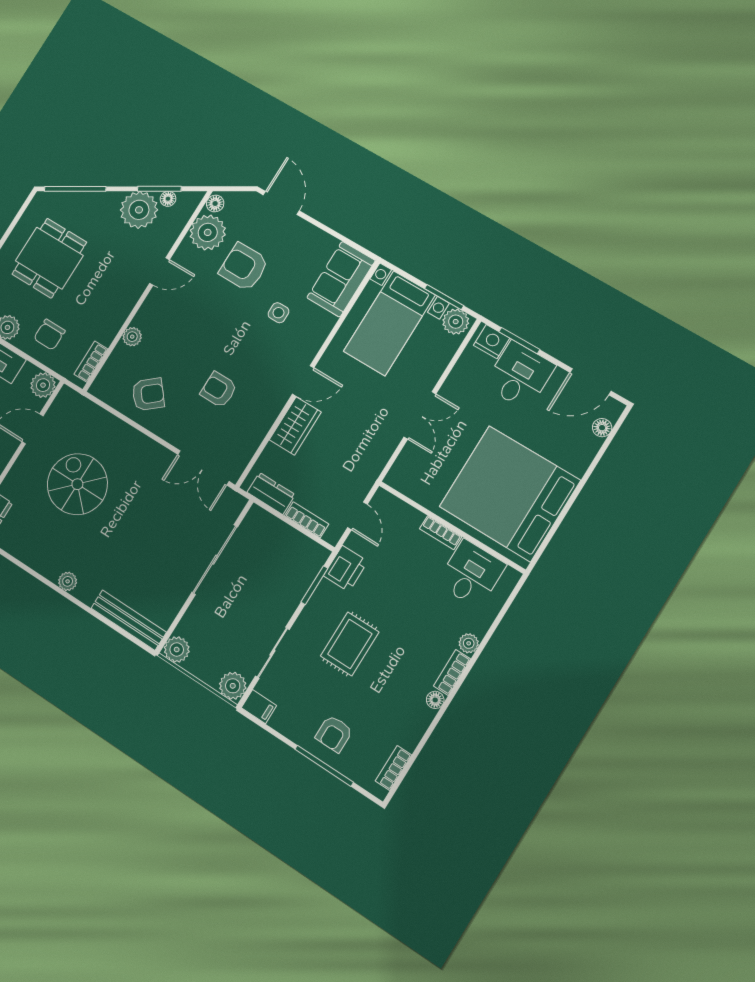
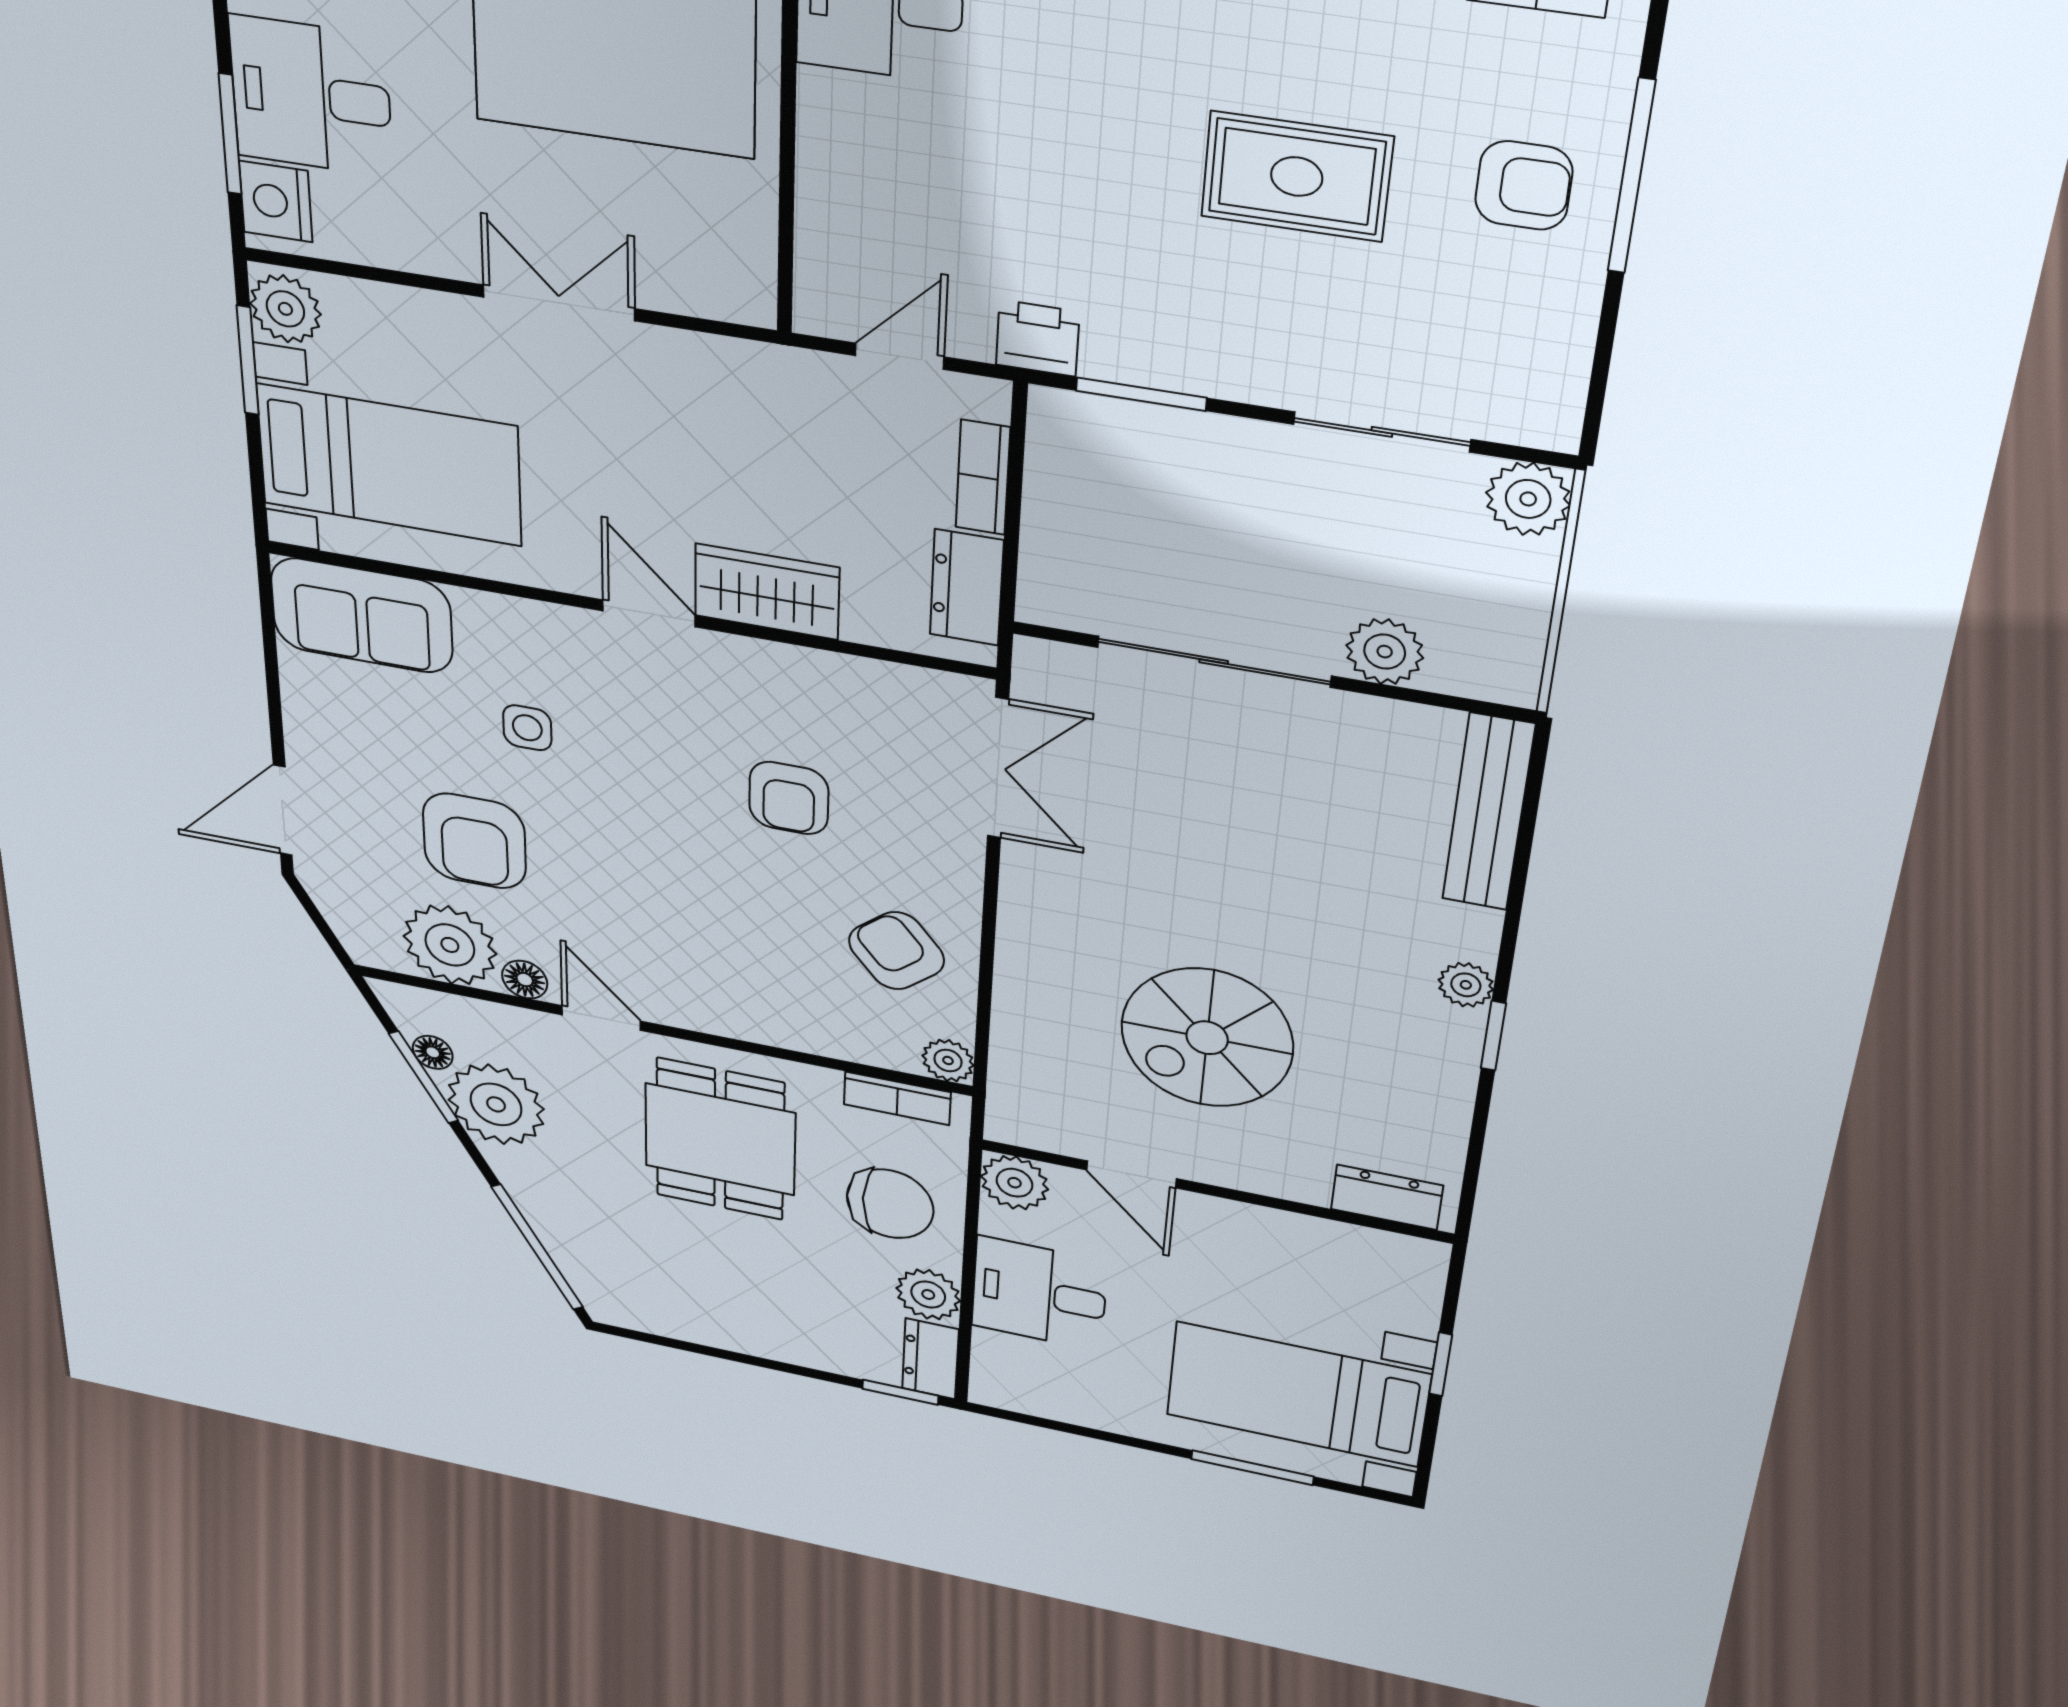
floor lamp: (215, 203) -> (525, 980), moved
dining table: (49, 258) -> (720, 1139), moved, turned 90
chair: (49, 335) -> (890, 1204), width x1.37, depth x1.37
plant: (132, 337) -> (948, 1061), moved
bookcase: (441, 533) -> (819, 128), removed
printer: (346, 569) -> (1038, 338), width x0.73, depth x0.81
window: (45, 581) -> (1493, 1036), added
rug: (350, 644) -> (1297, 177), moved
plant: (177, 650) -> (1385, 652), moved
filing cabinet: (259, 707) -> (1551, 412), removed

